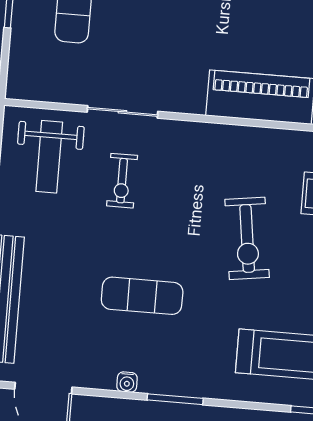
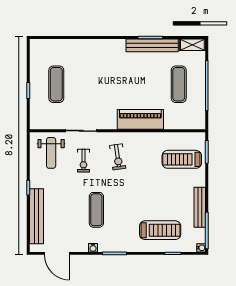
exercise bike: (247, 238) -> (118, 157), moved, width x0.73, depth x0.72
exercise mat: (142, 296) -> (96, 210), turned 90

